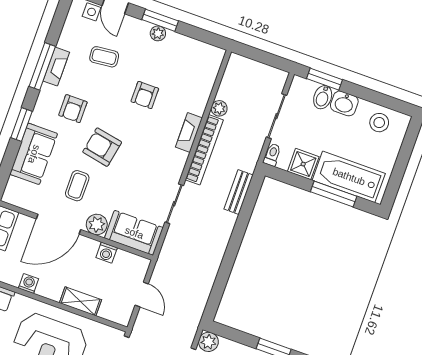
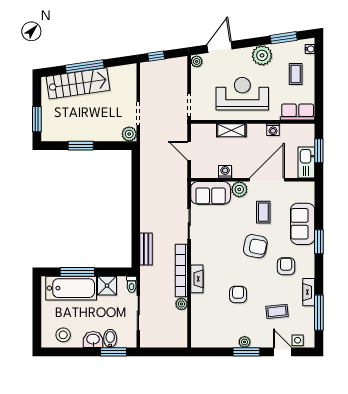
window: (42, 66) -> (319, 313), moved

